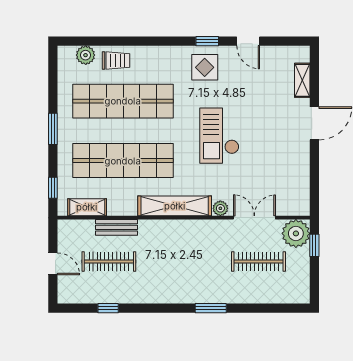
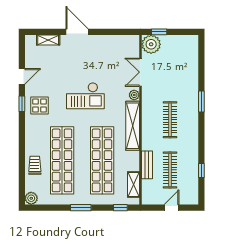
plant: (86, 55) -> (31, 198), moved
clothes rail: (258, 262) -> (170, 120), moved

